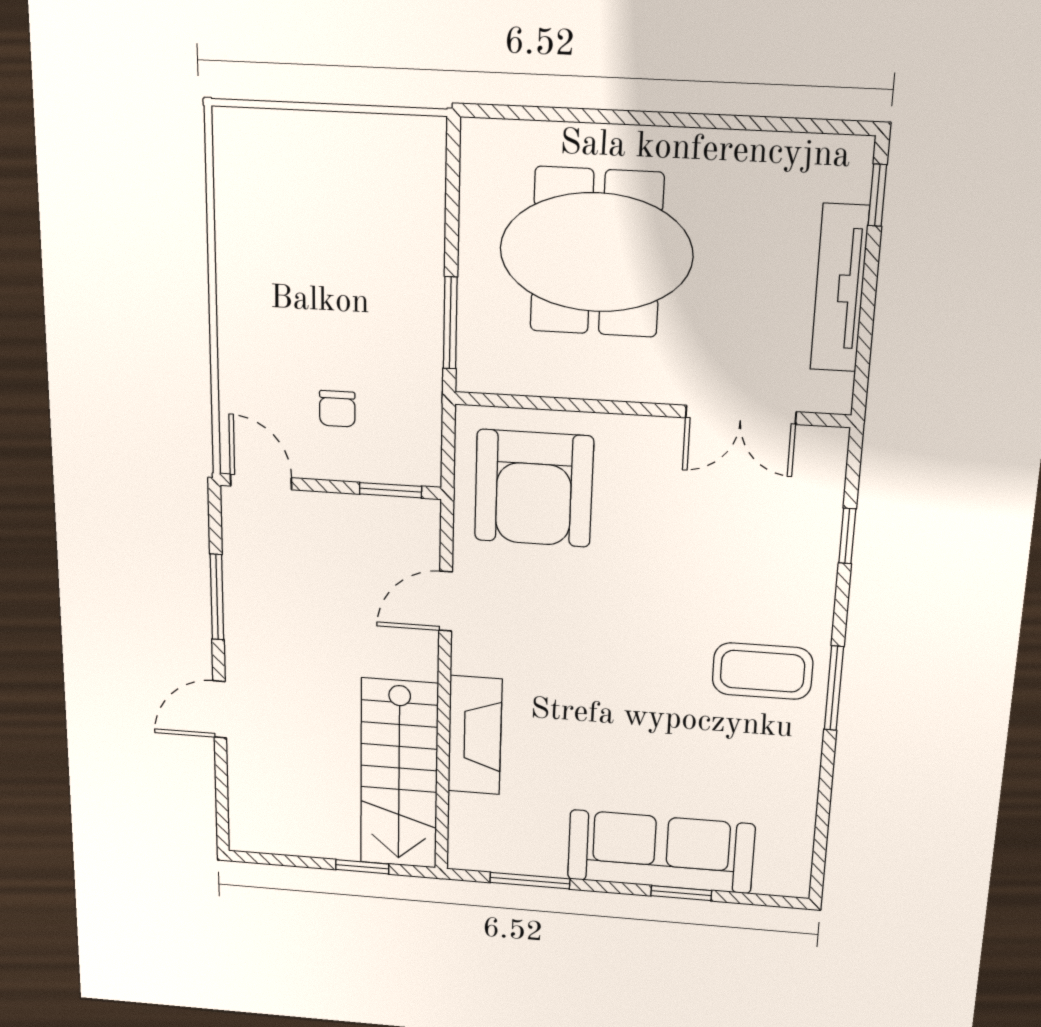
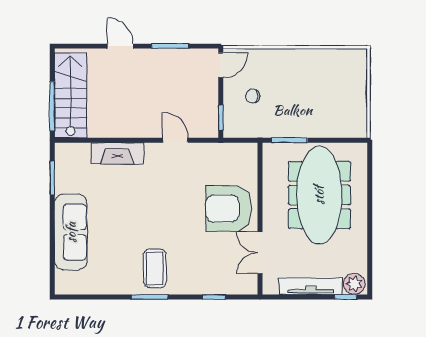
plant: (843, 170) -> (354, 284), added
meeting table: (596, 252) -> (319, 195), width x1.36
armchair: (534, 488) -> (229, 208), moved
stairs: (399, 774) -> (71, 95), moved, turned 90
window: (362, 867) -> (52, 106), width x2.17
window: (681, 893) -> (52, 242), removed

